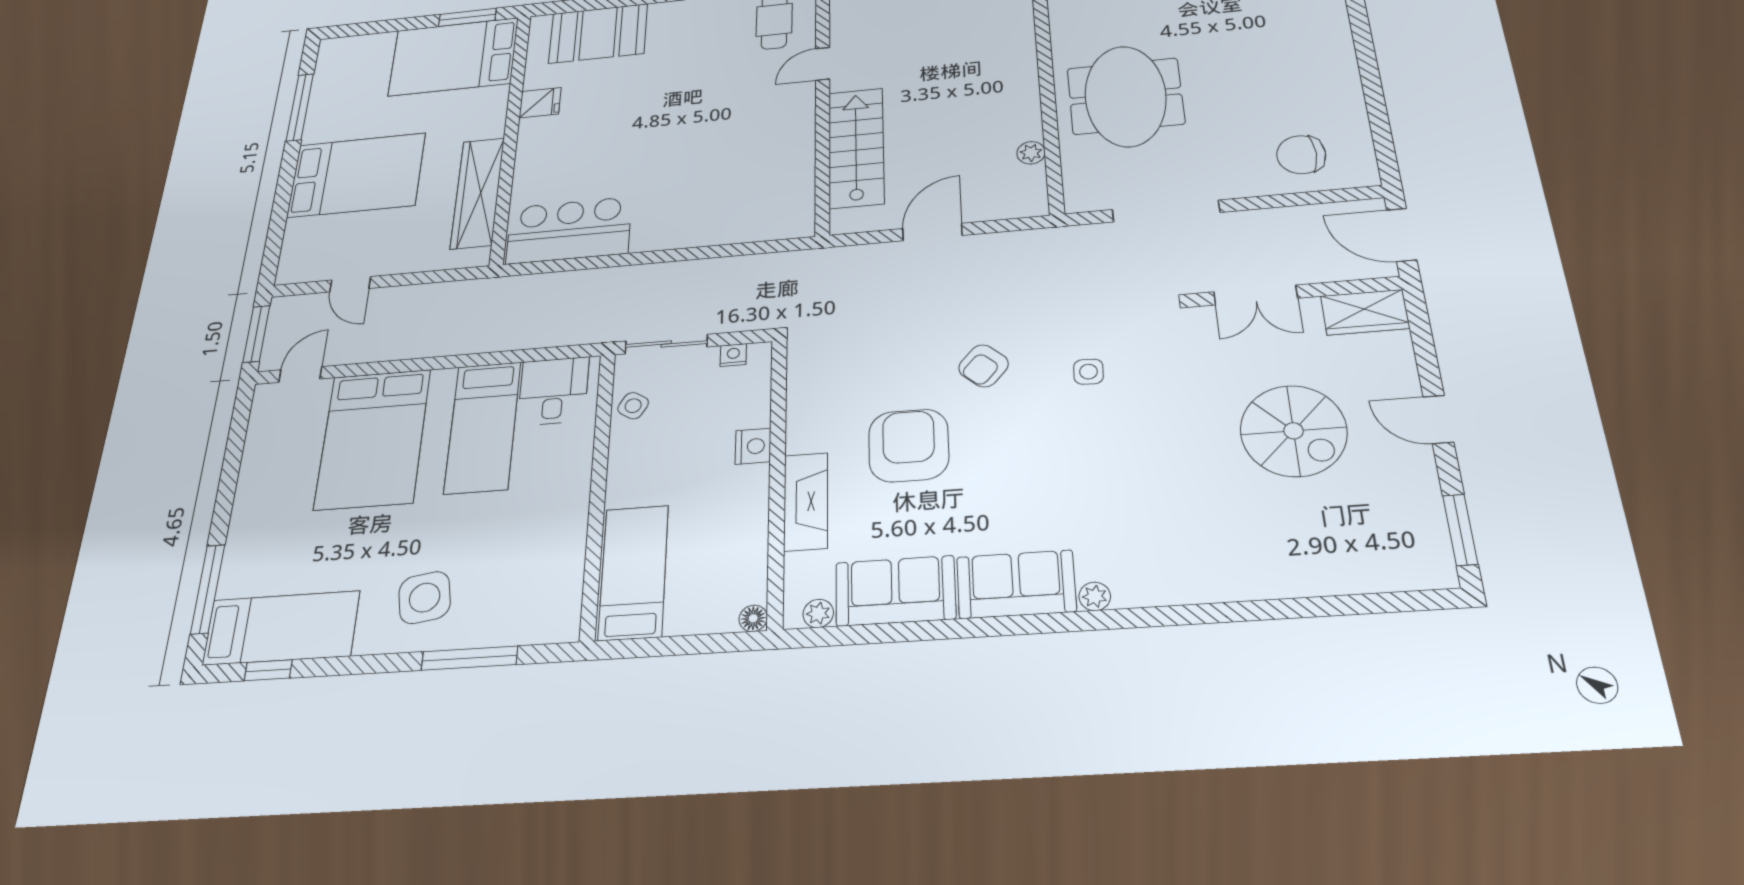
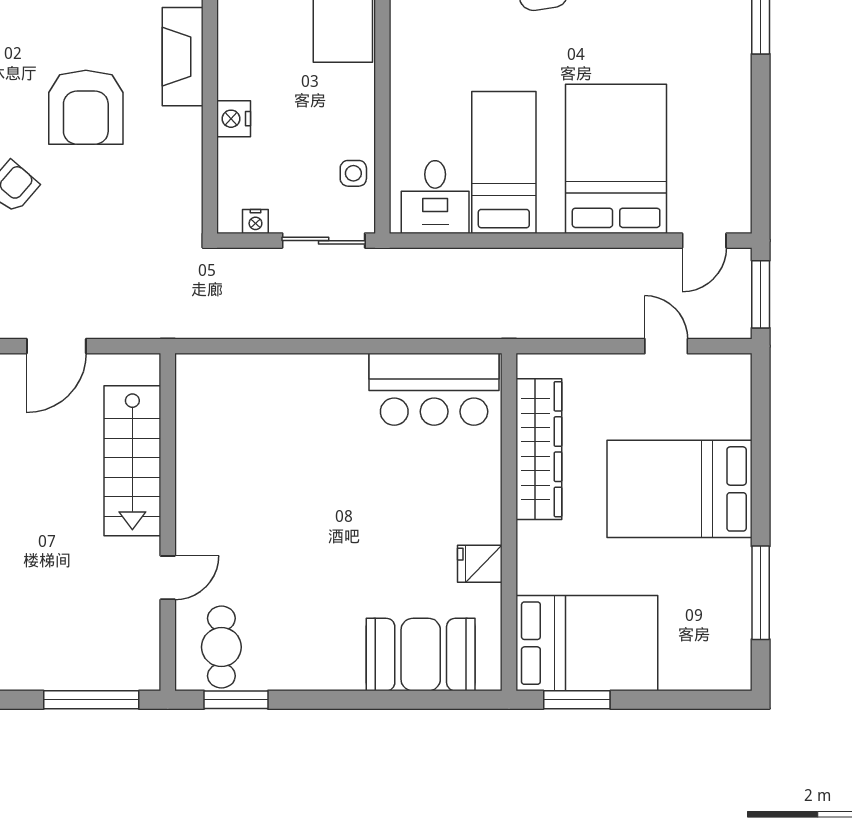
side table: (633, 406) -> (353, 173), turned -32

